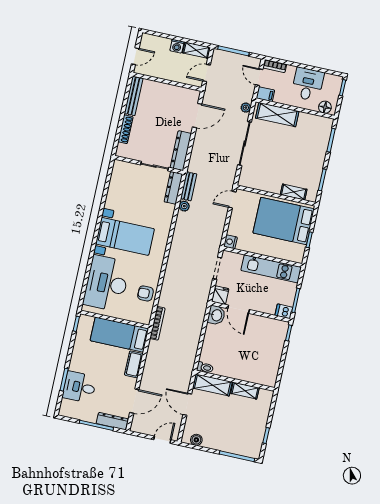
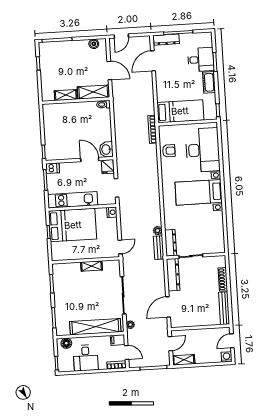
washing machine: (177, 46) -> (227, 357), moved
shelving: (277, 115) -> (95, 327), width x1.47
shelving: (294, 192) -> (91, 266), moved
bed: (284, 221) -> (73, 225), moved
cot: (134, 364) -> (209, 82), moved

